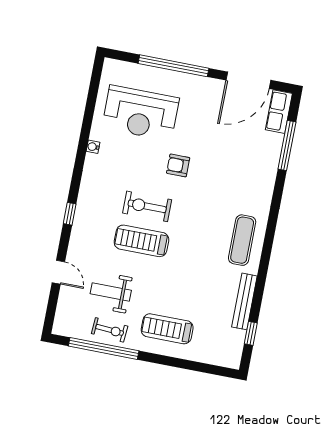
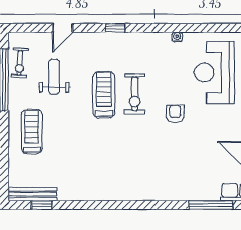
exercise bike: (147, 206) -> (135, 94), turned 180
exercise mat: (242, 240) -> (121, 182), removed
bench: (244, 301) -> (32, 194), moved
exercise bike: (110, 330) -> (20, 63), moved

